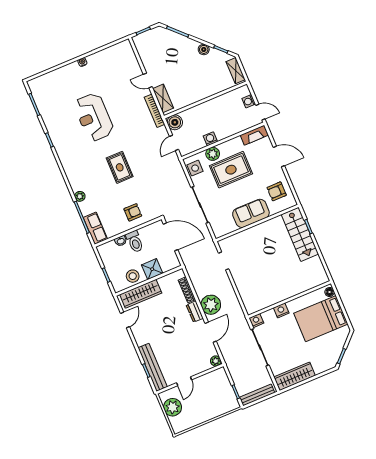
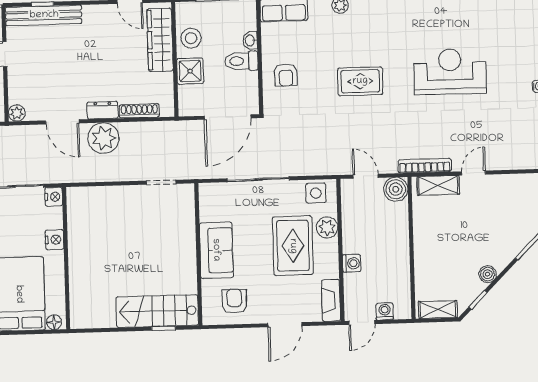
washing machine: (210, 139) -> (352, 263), moved

